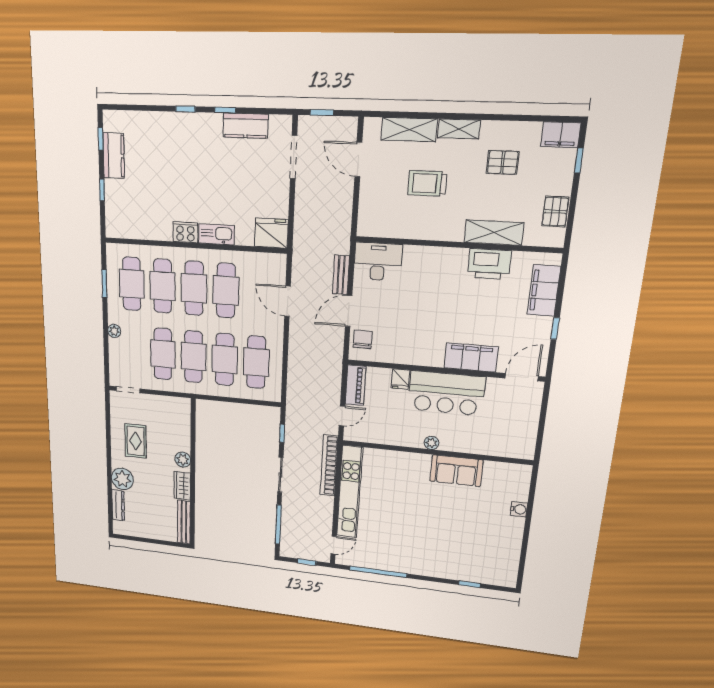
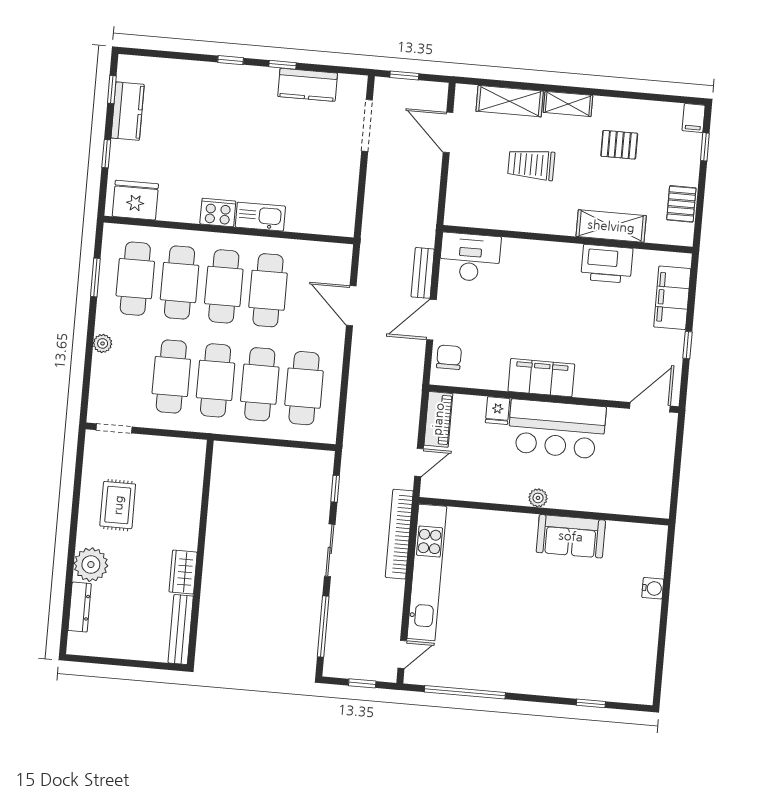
filing cabinet: (561, 135) -> (694, 118), width x0.50
fridge: (271, 233) -> (135, 200), moved
filing cabinet: (471, 357) -> (541, 378), moved
plant: (183, 460) -> (187, 532), removed

